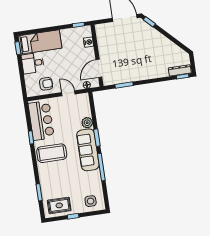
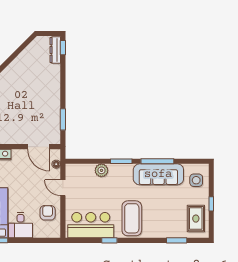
door: (68, 93) -> (63, 188), hinge flipped
sofa: (88, 150) -> (158, 174), moved

